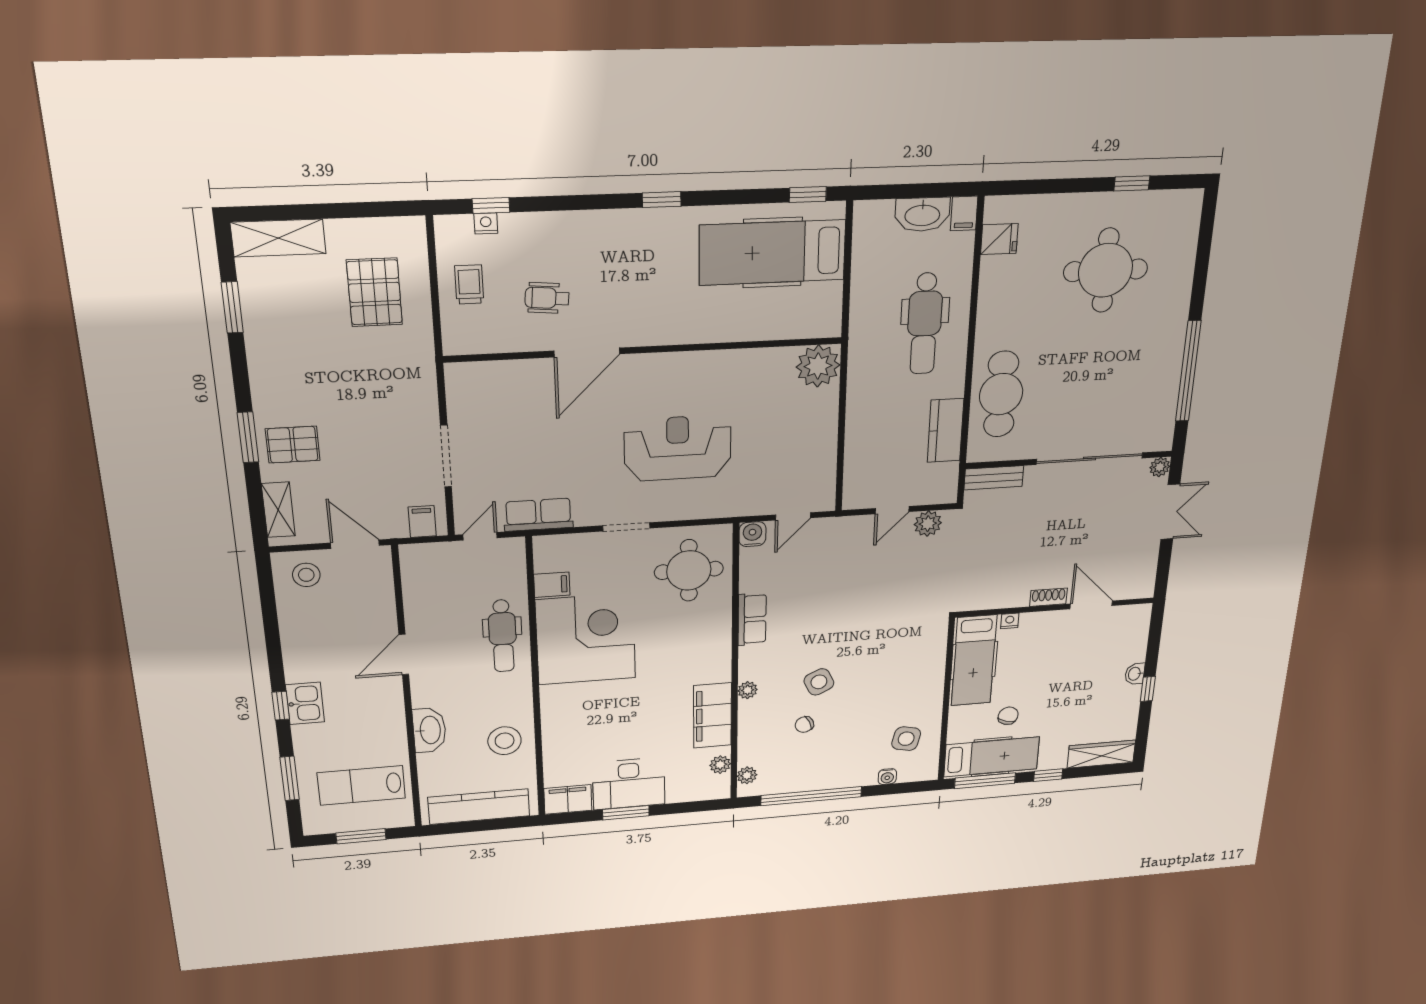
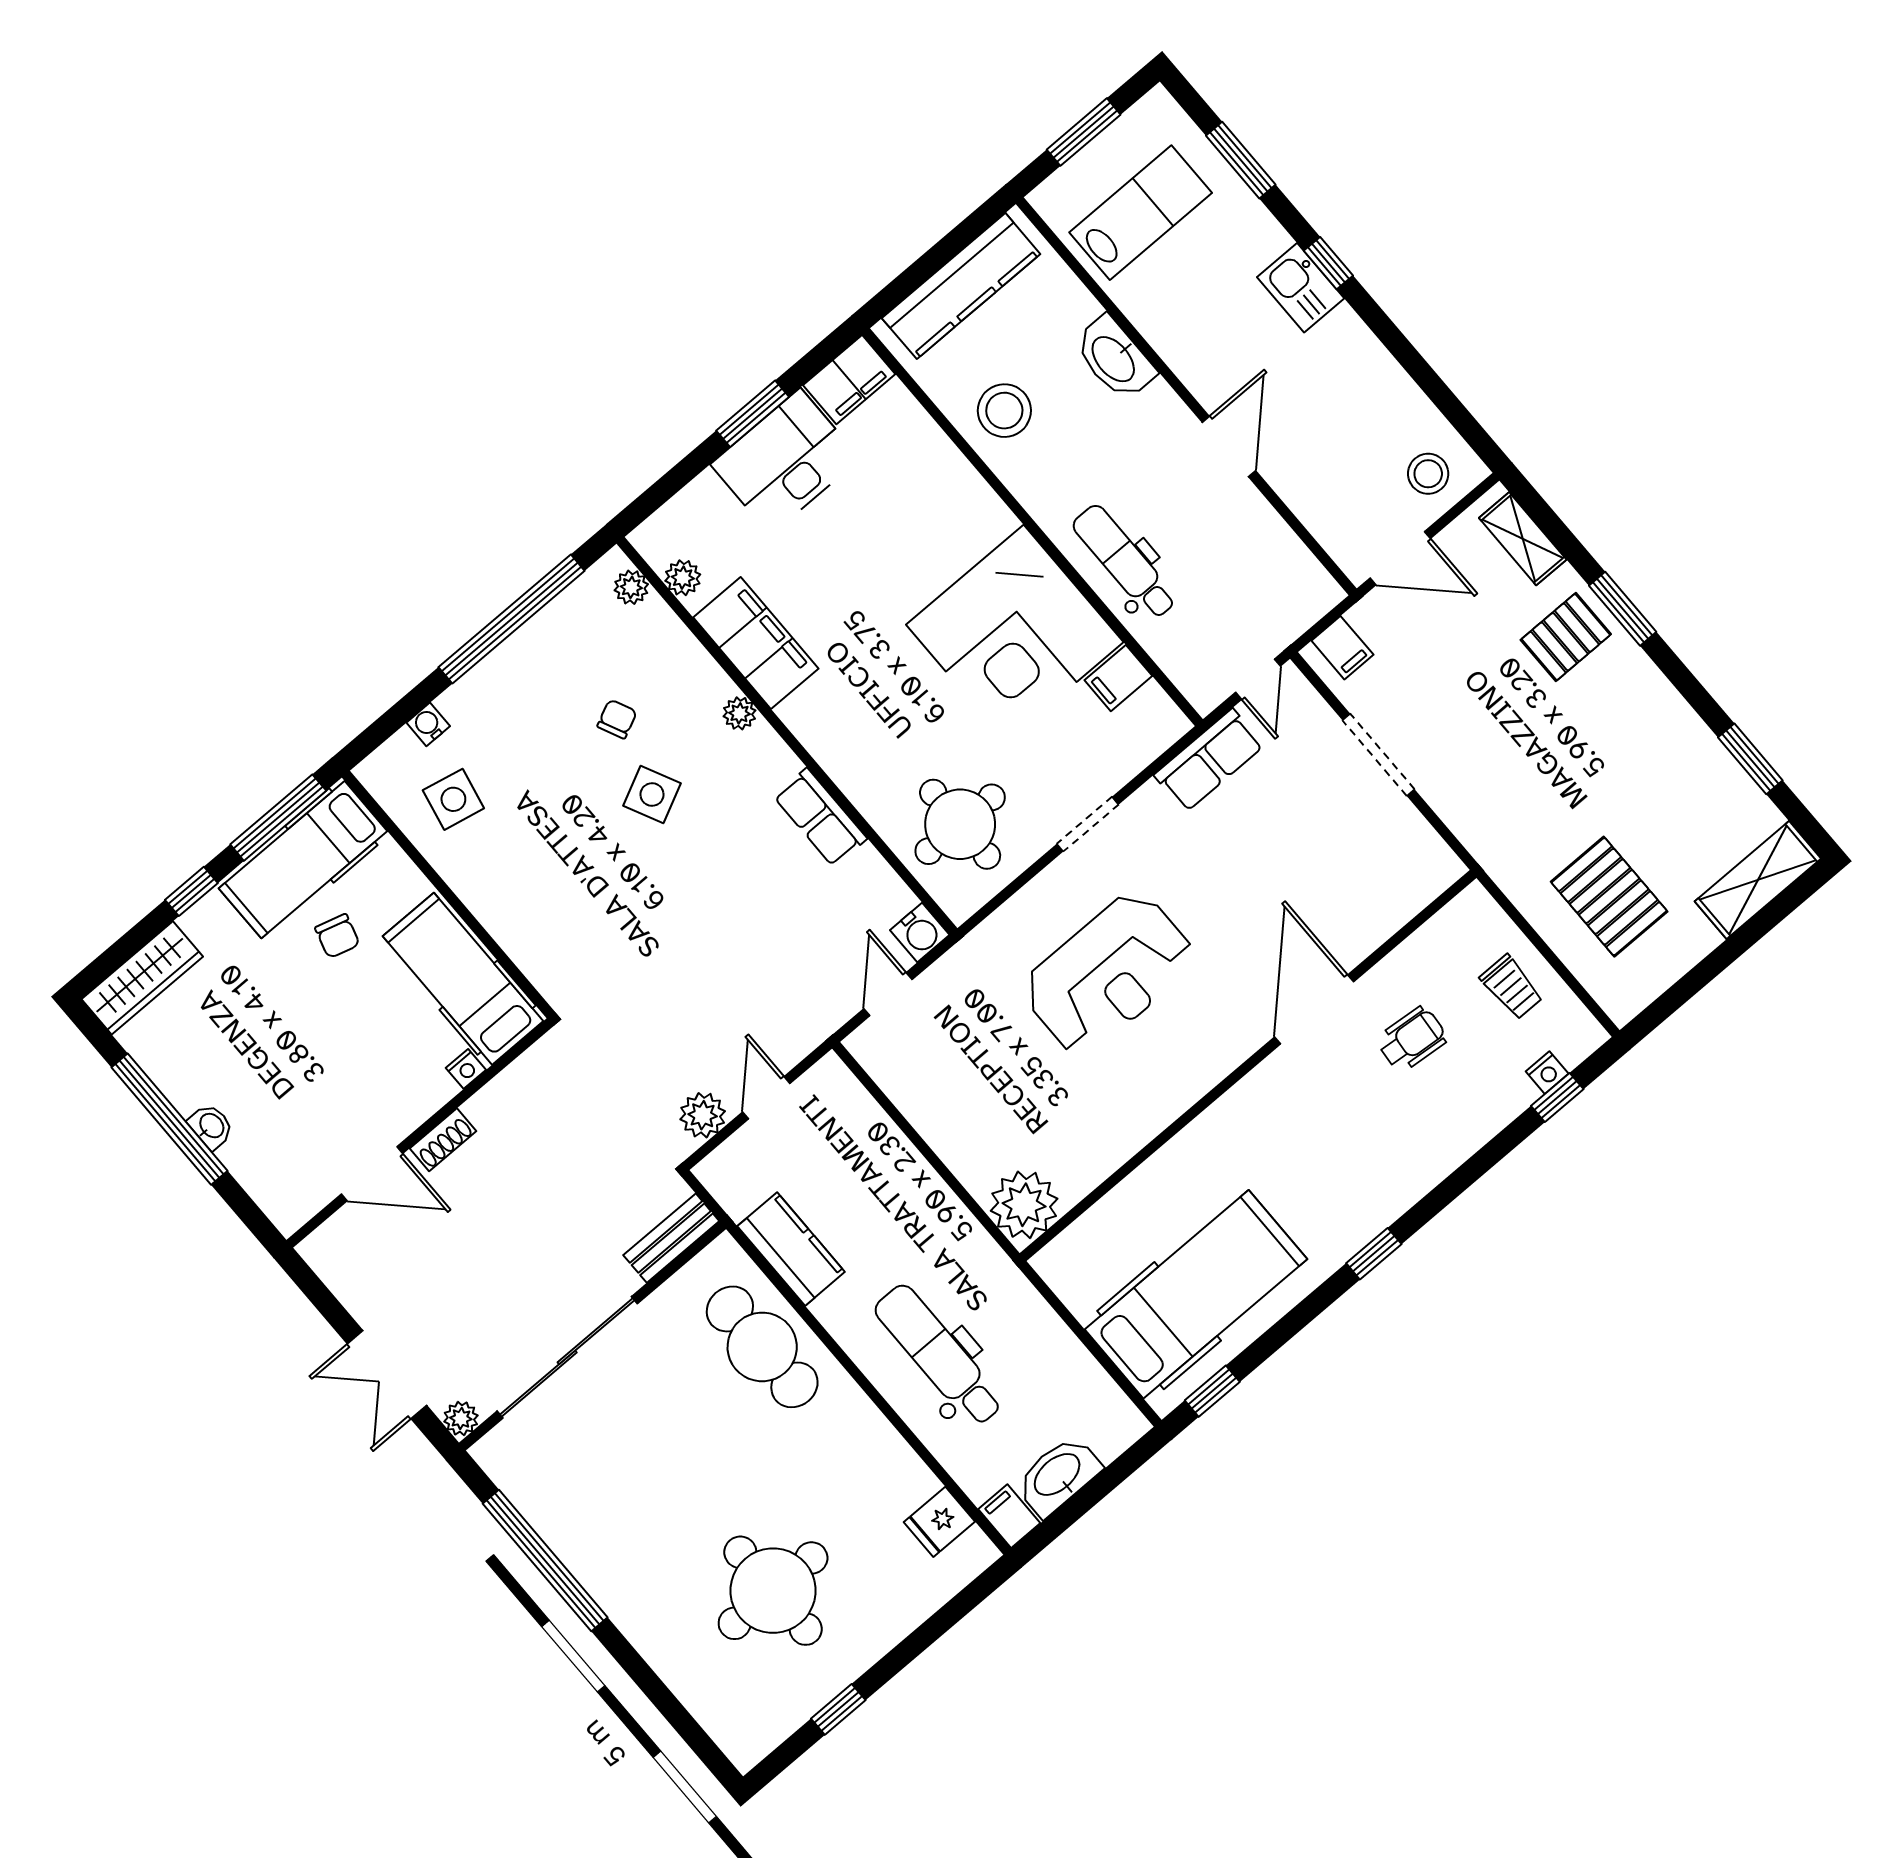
window: (1148, 689) -> (169, 1119), width x3.17

